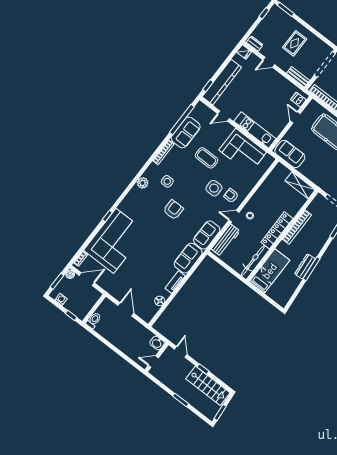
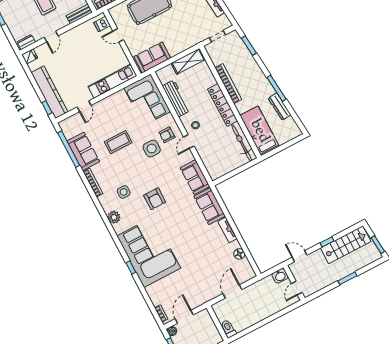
corner sofa: (243, 151) -> (147, 100), moved, turned 90
armchair: (173, 210) -> (155, 199), turned 180
workbench: (226, 240) -> (176, 98), moved
corner sofa: (115, 241) -> (149, 252), moved
dresser: (305, 266) -> (280, 107), moved
door: (126, 309) -> (232, 292), hinge flipped

